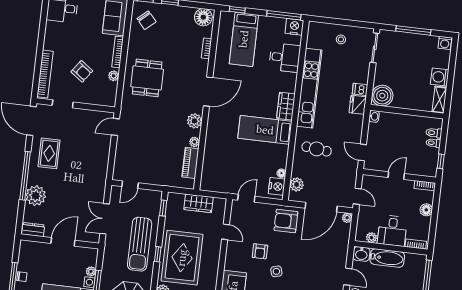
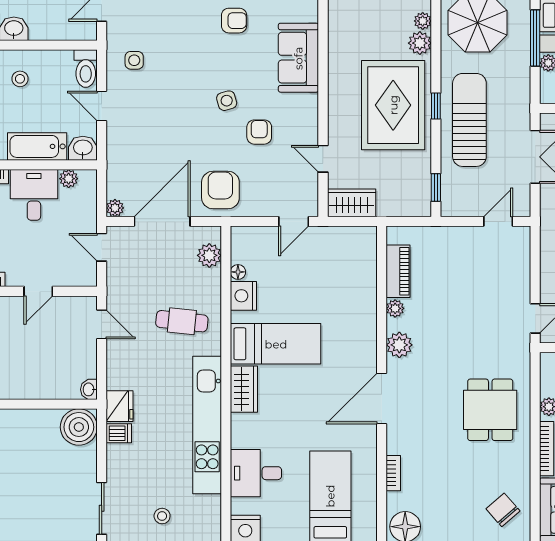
nightstand: (277, 186) -> (243, 296), moved
wardrobe: (198, 203) -> (352, 203), moved
armchair: (286, 221) -> (220, 190), turned -90

